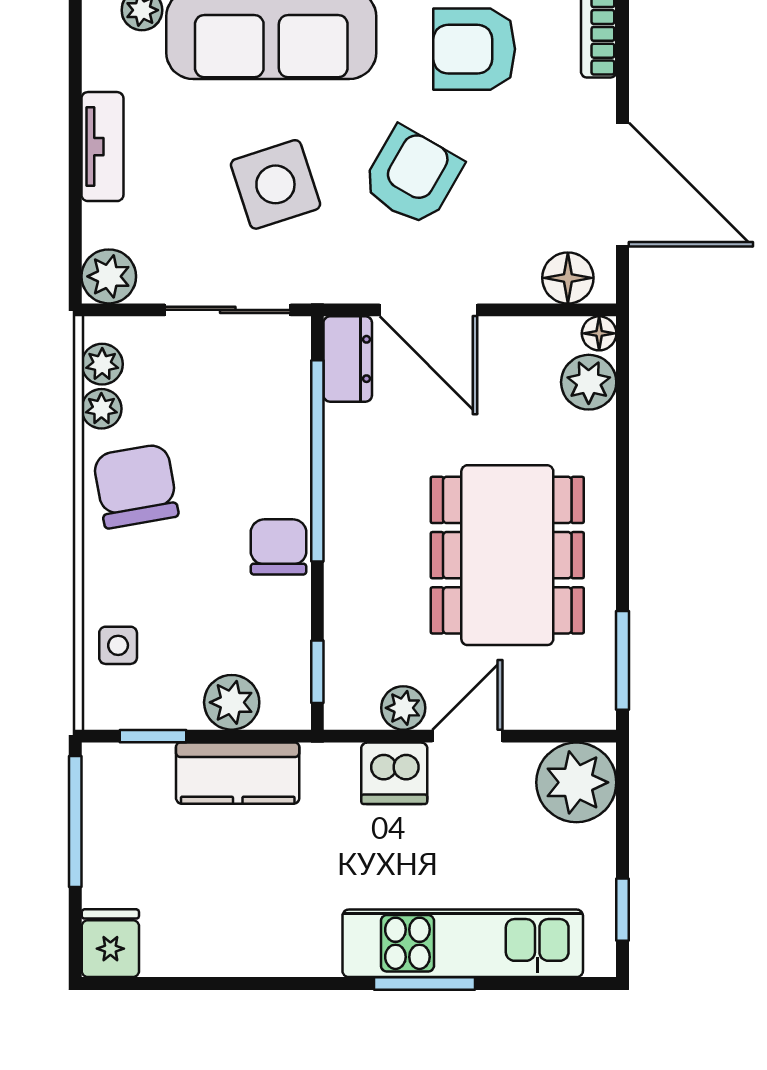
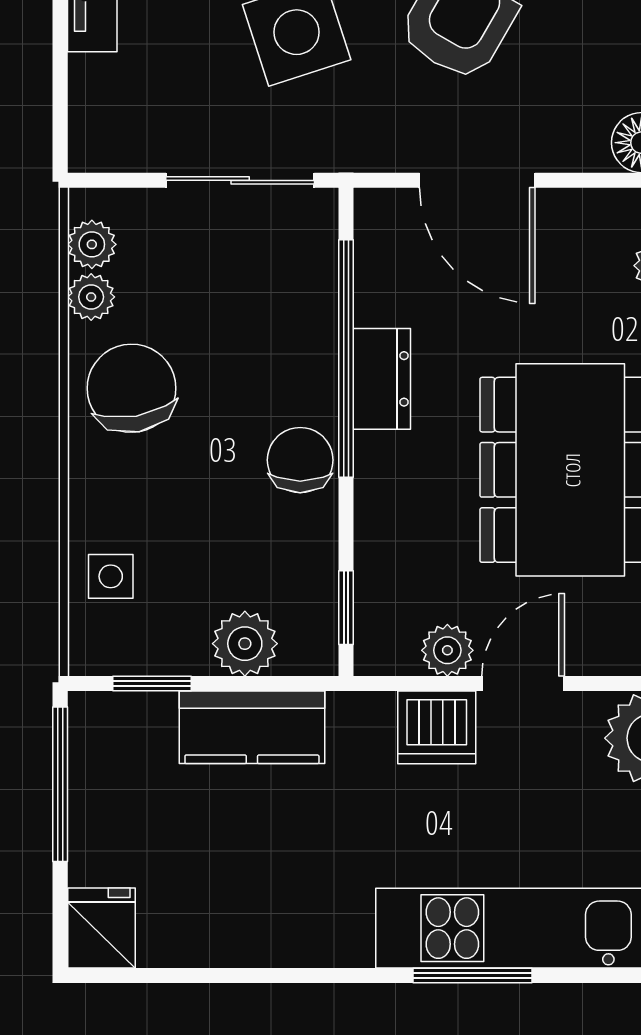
plant: (109, 276) -> (100, 141), removed
dresser: (348, 359) -> (382, 379), moved

